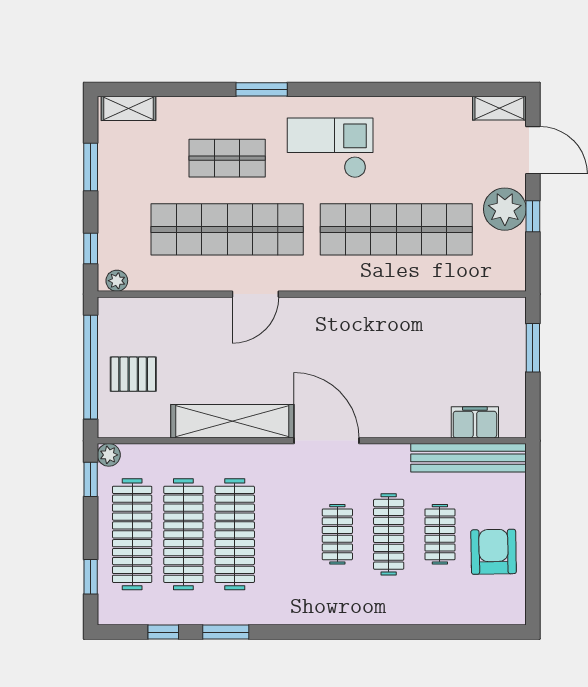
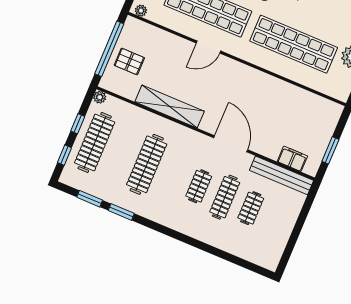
window: (533, 348) -> (330, 150), moved
door: (327, 441) -> (231, 144), moved
window: (91, 479) -> (78, 124), moved
clothes rail: (183, 534) -> (121, 153), removed
armchair: (494, 552) -> (274, 228), removed
window: (163, 632) -> (90, 199), width x1.50

